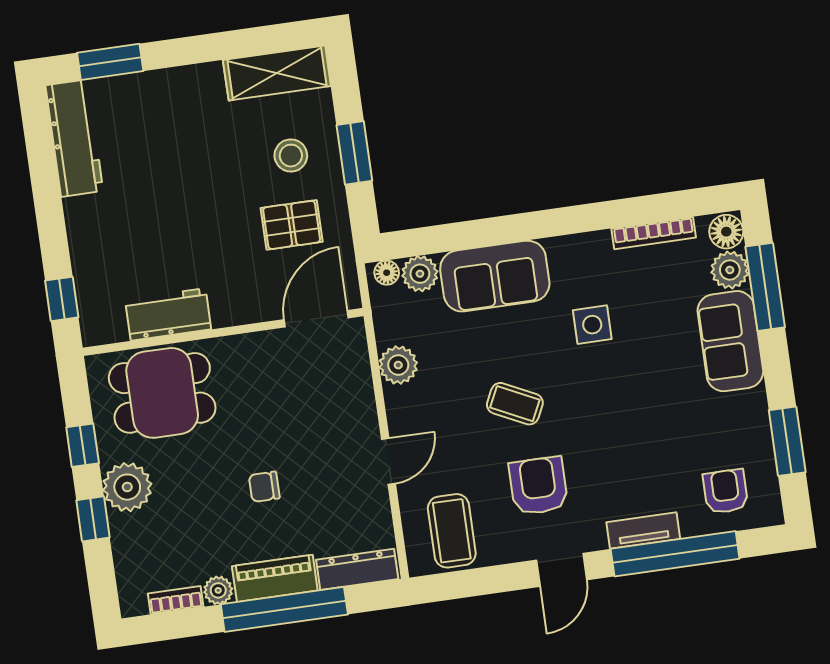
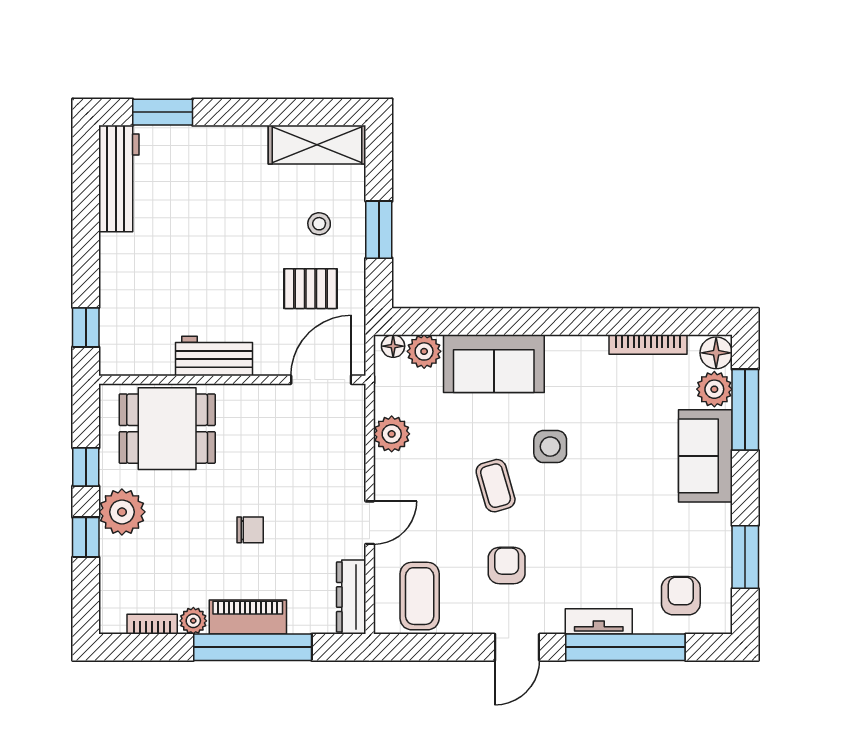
stool: (291, 156) -> (319, 224), width x0.73, depth x0.73
workbench: (168, 314) -> (214, 356), moved
side table: (592, 325) -> (550, 447), moved
coffee table: (515, 404) -> (496, 486), turned 48
armchair: (538, 486) -> (507, 566), width x0.72, depth x0.72
chair: (264, 487) -> (250, 530), turned 180
dresser: (357, 569) -> (351, 597), moved, turned -90

